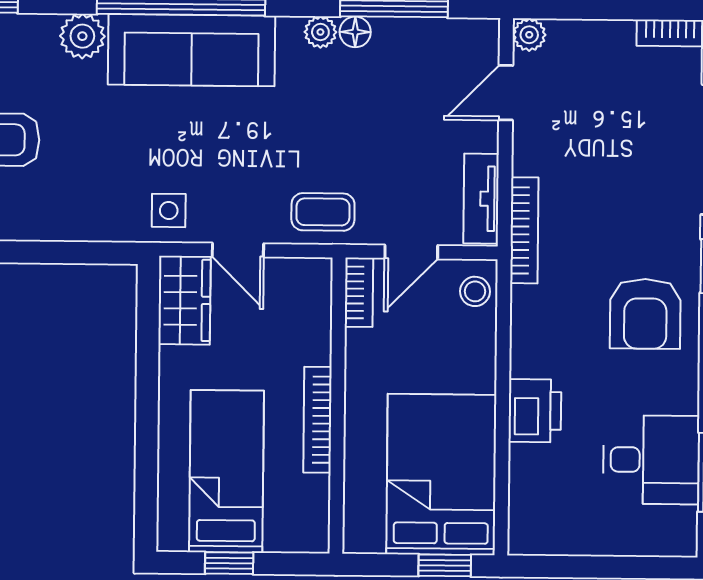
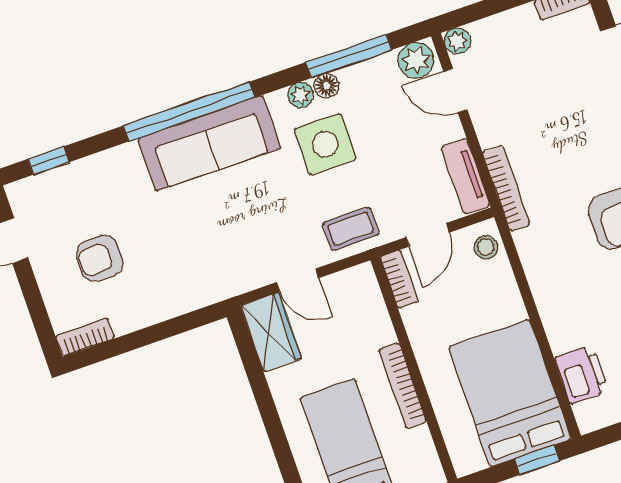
plant: (82, 36) -> (416, 60), moved
door: (506, 93) -> (455, 90), hinge flipped
side table: (169, 210) -> (325, 144), moved, width x1.87, depth x1.87
printer: (535, 411) -> (582, 375), moved

